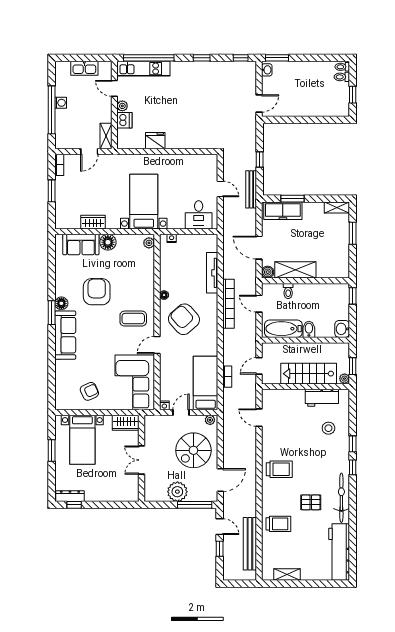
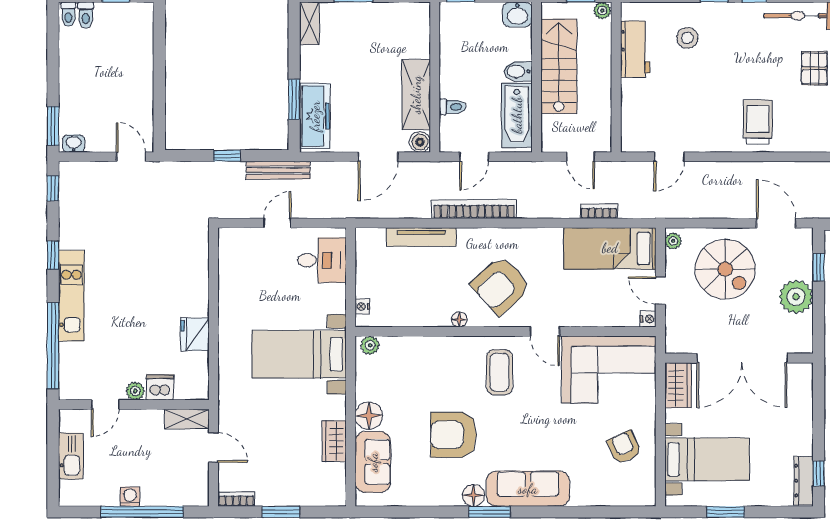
kitchen unit: (143, 69) -> (71, 296), moved
stairs: (309, 374) -> (559, 66), moved, turned 180
double door: (141, 460) -> (742, 358), width x1.87
window: (195, 505) -> (819, 267), width x0.46

